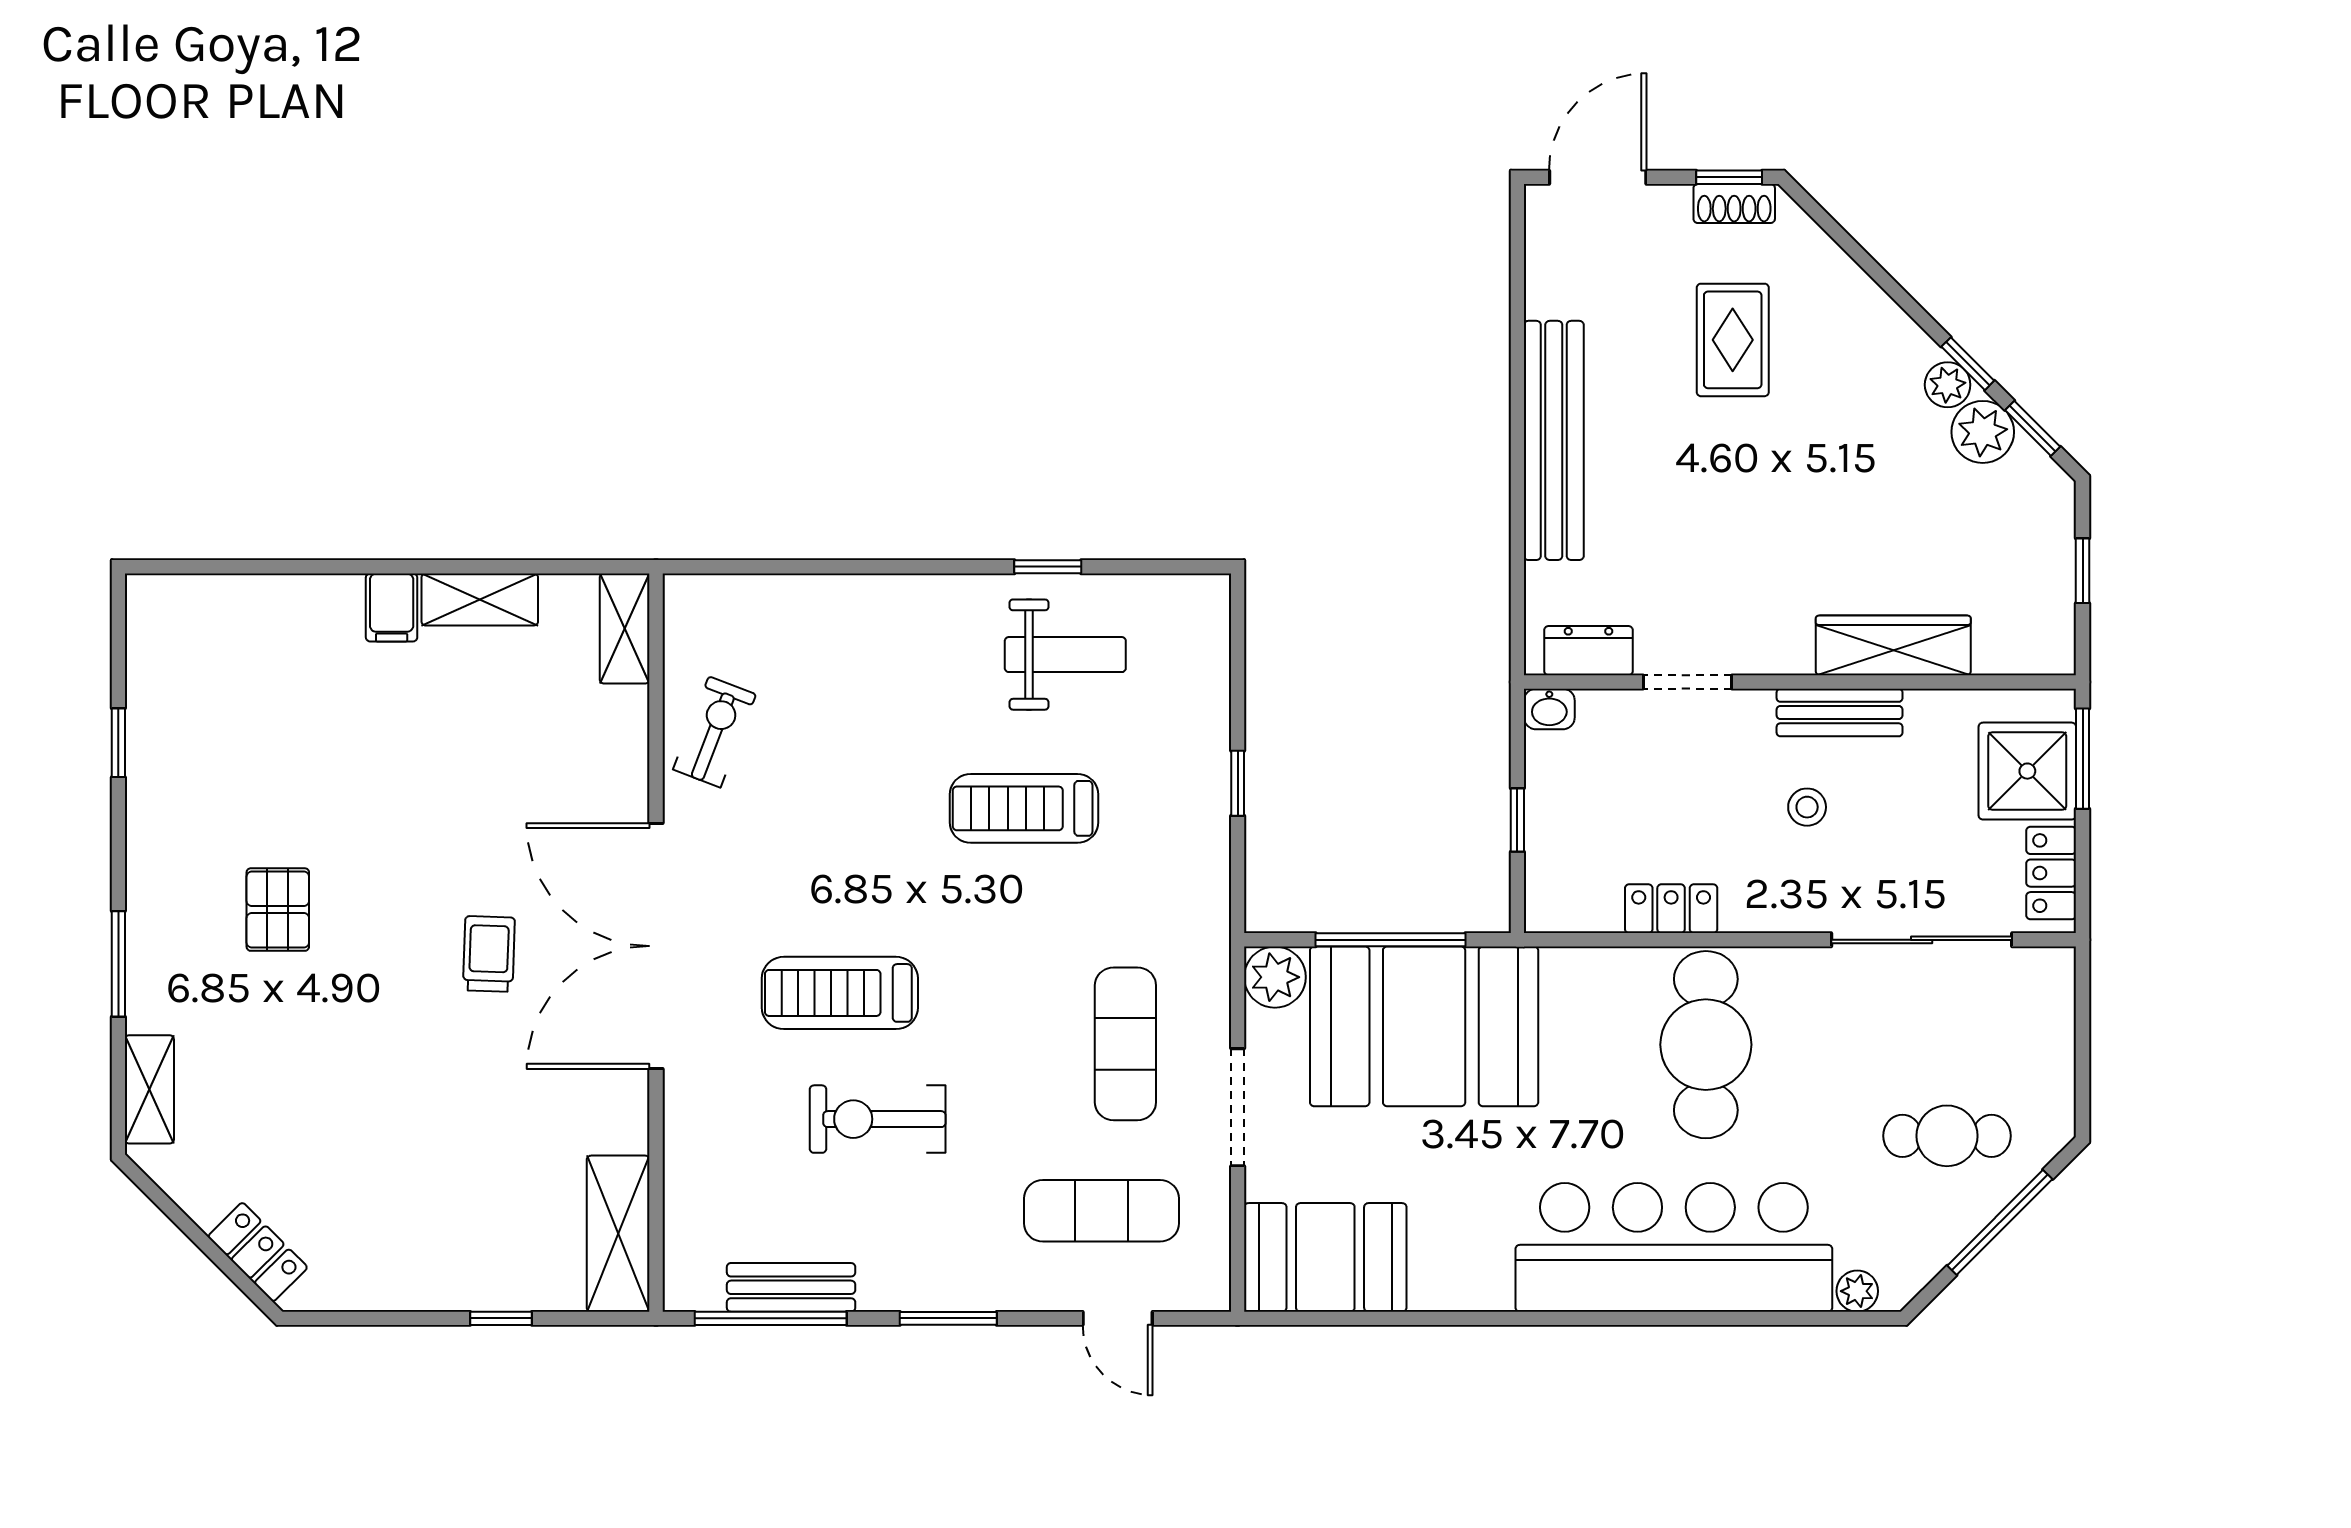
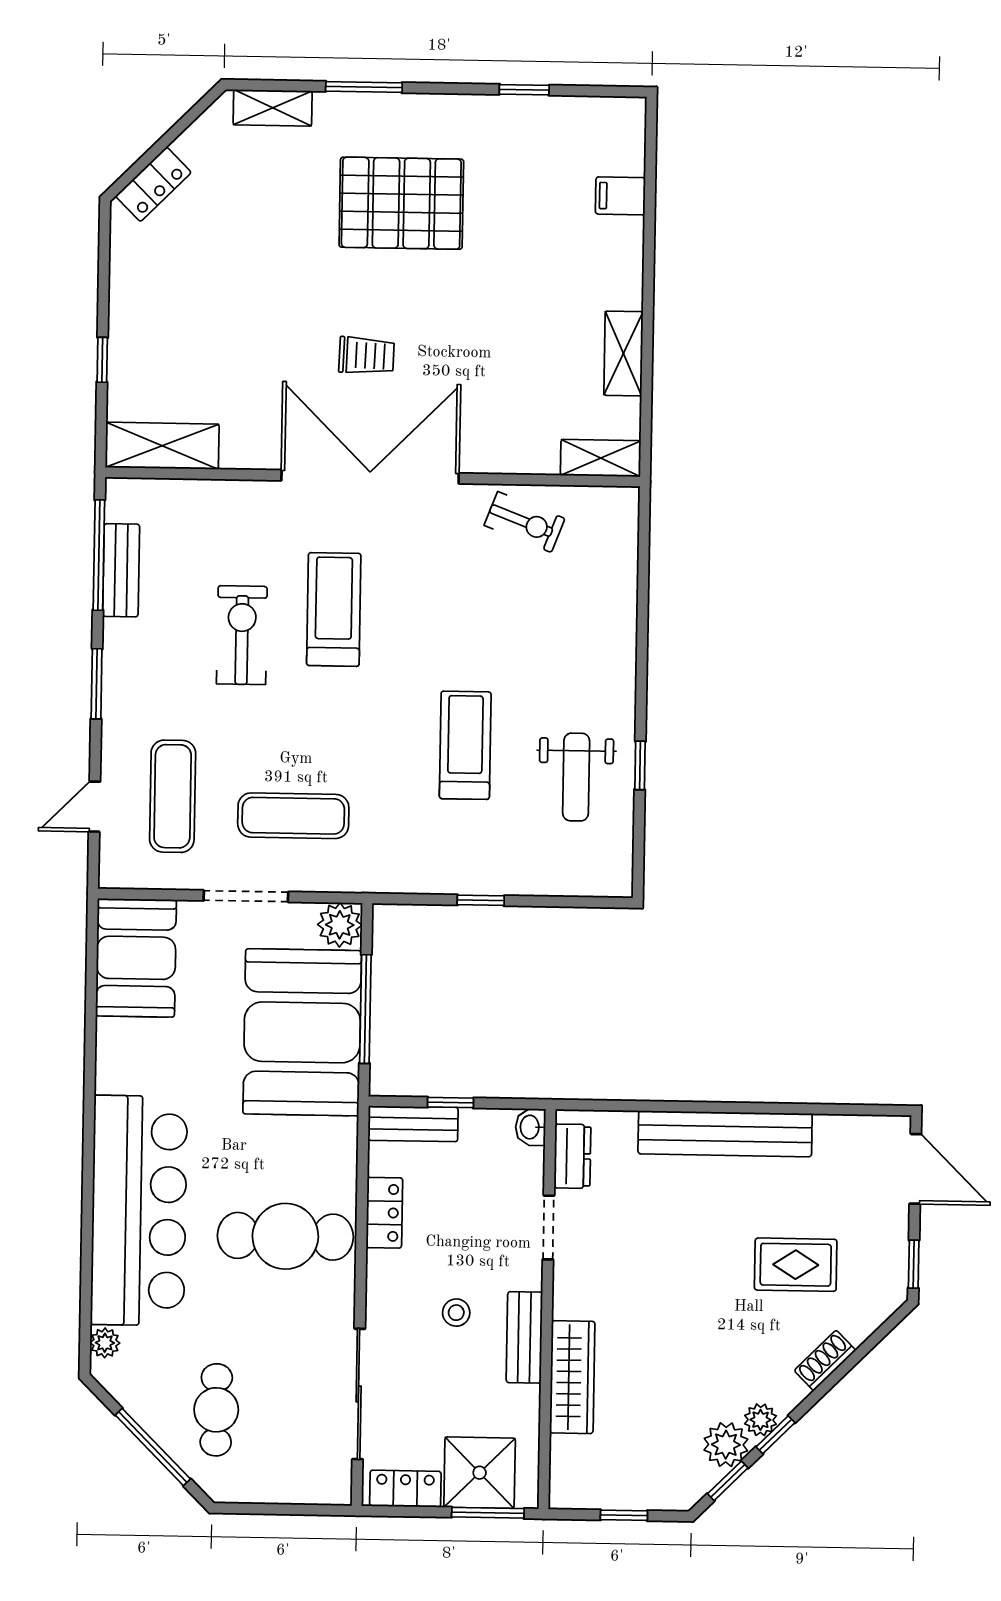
shoe rack: (1734, 203) -> (825, 1360), moved, turned 45
filing cabinet: (392, 607) -> (620, 196), moved
bench: (1548, 871) -> (413, 1124), added
pallet: (278, 910) -> (401, 203), width x2.05, depth x2.00

